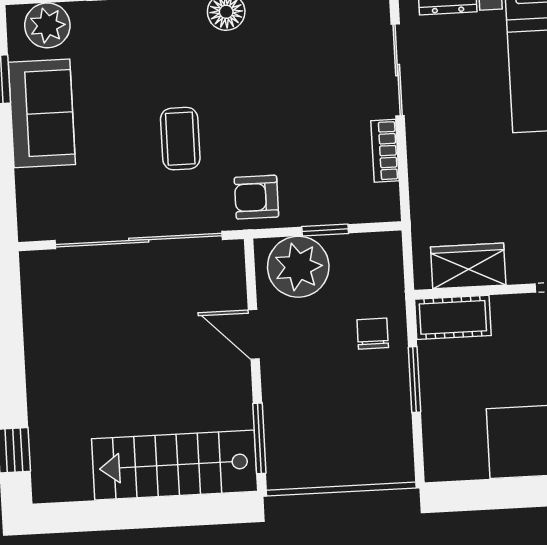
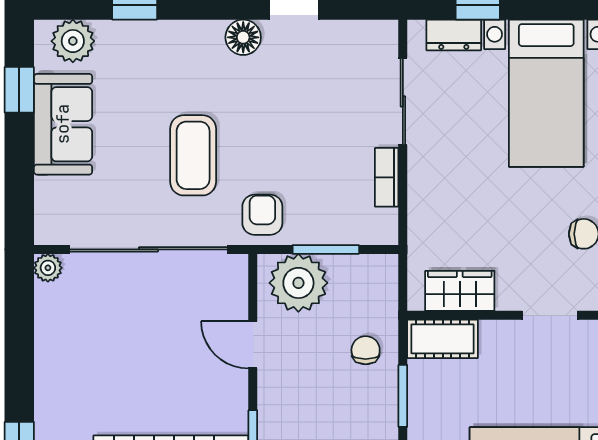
coffee table: (180, 139) -> (193, 155), width x1.36, depth x1.30
armchair: (256, 197) -> (262, 215), turned 90
window: (325, 230) -> (326, 249), width x1.50
plant: (34, 265) -> (48, 268), added

